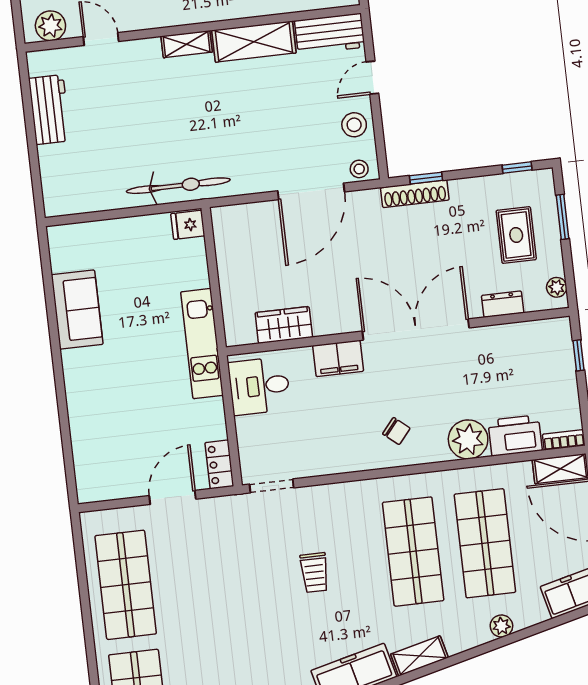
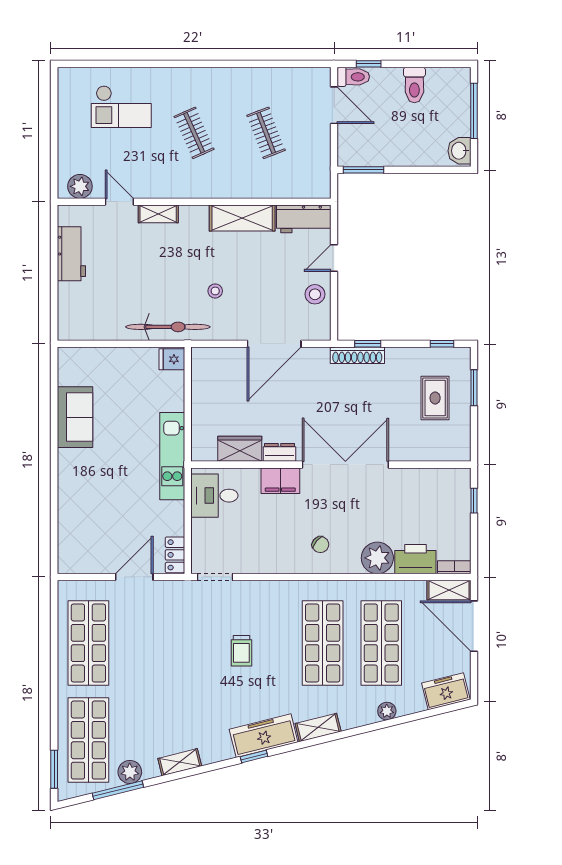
shelving: (187, 44) -> (158, 214), moved
stool: (359, 169) -> (215, 291), moved
plant: (557, 287) -> (463, 444), removed
dresser: (503, 304) -> (280, 452), moved

